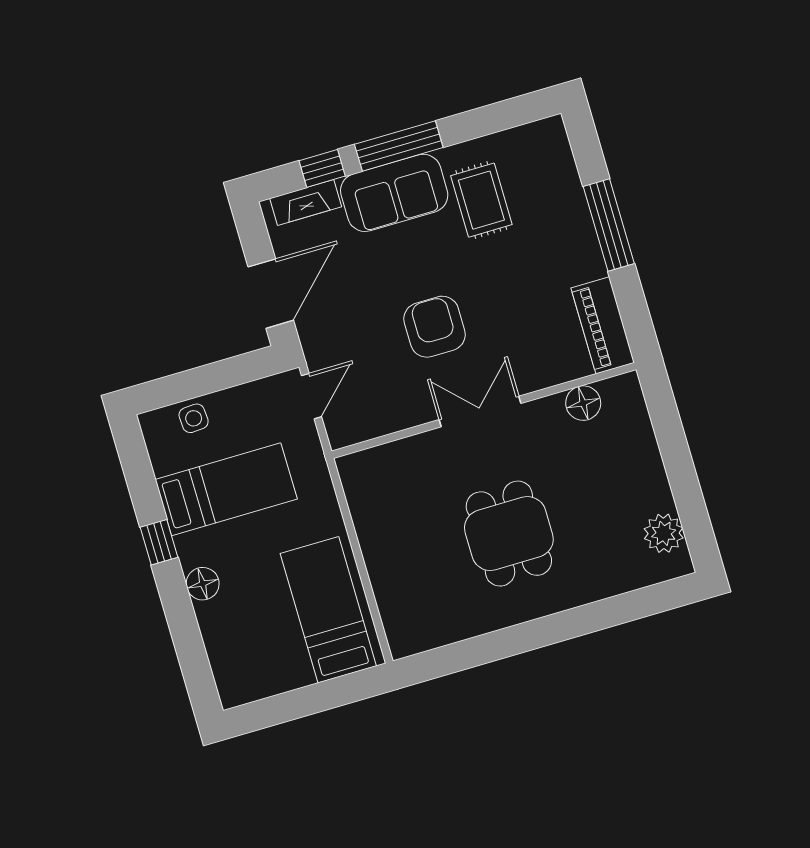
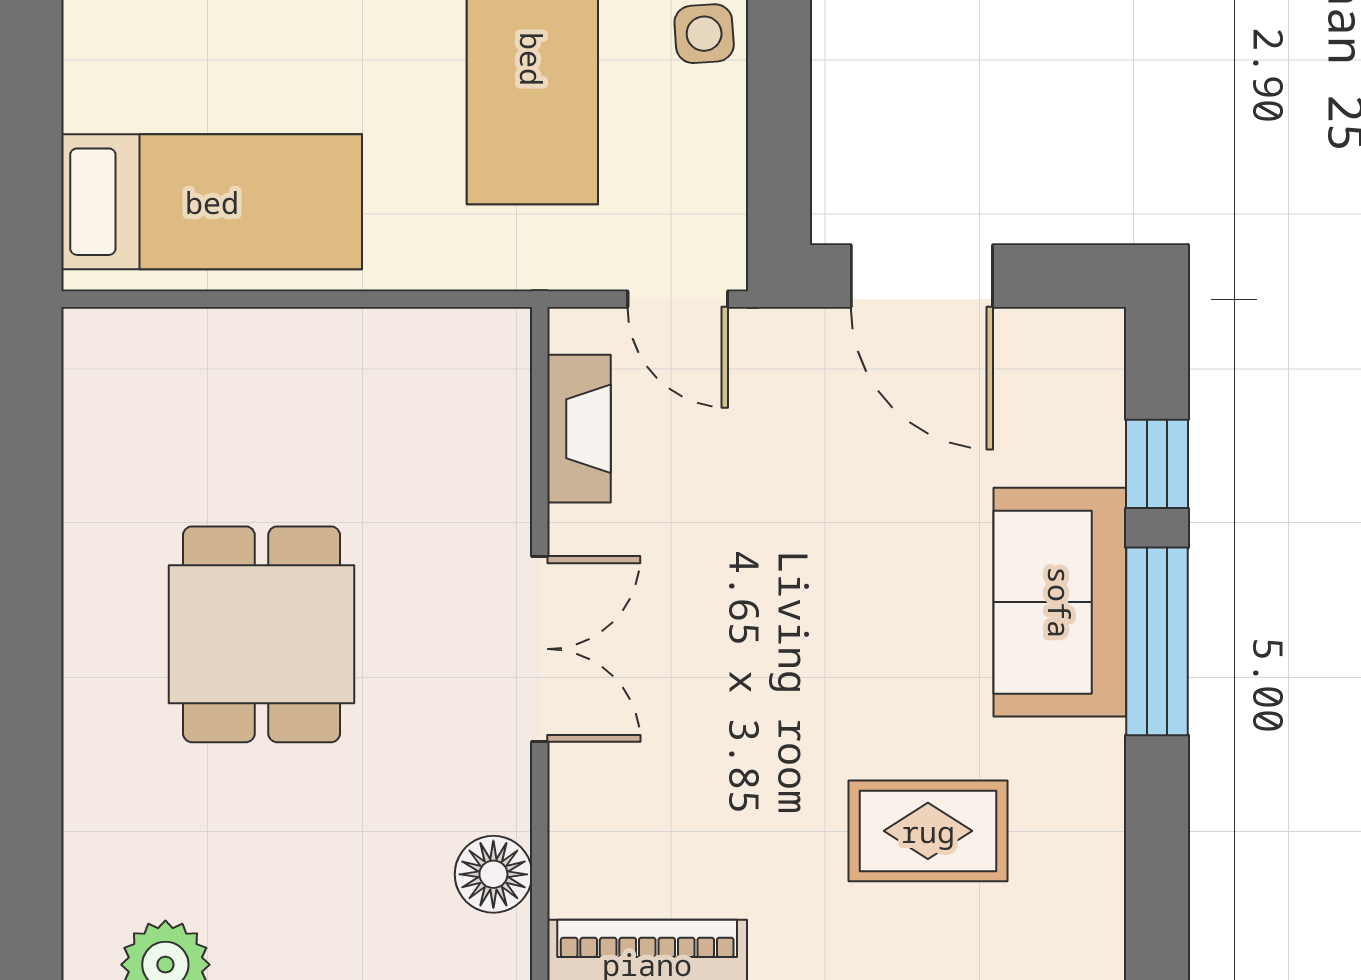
rug: (481, 200) -> (928, 831), moved
fireplace: (306, 202) -> (579, 429), moved, turned 180
armchair: (435, 327) -> (749, 605), removed
dining table: (509, 534) -> (262, 634), turned 90

